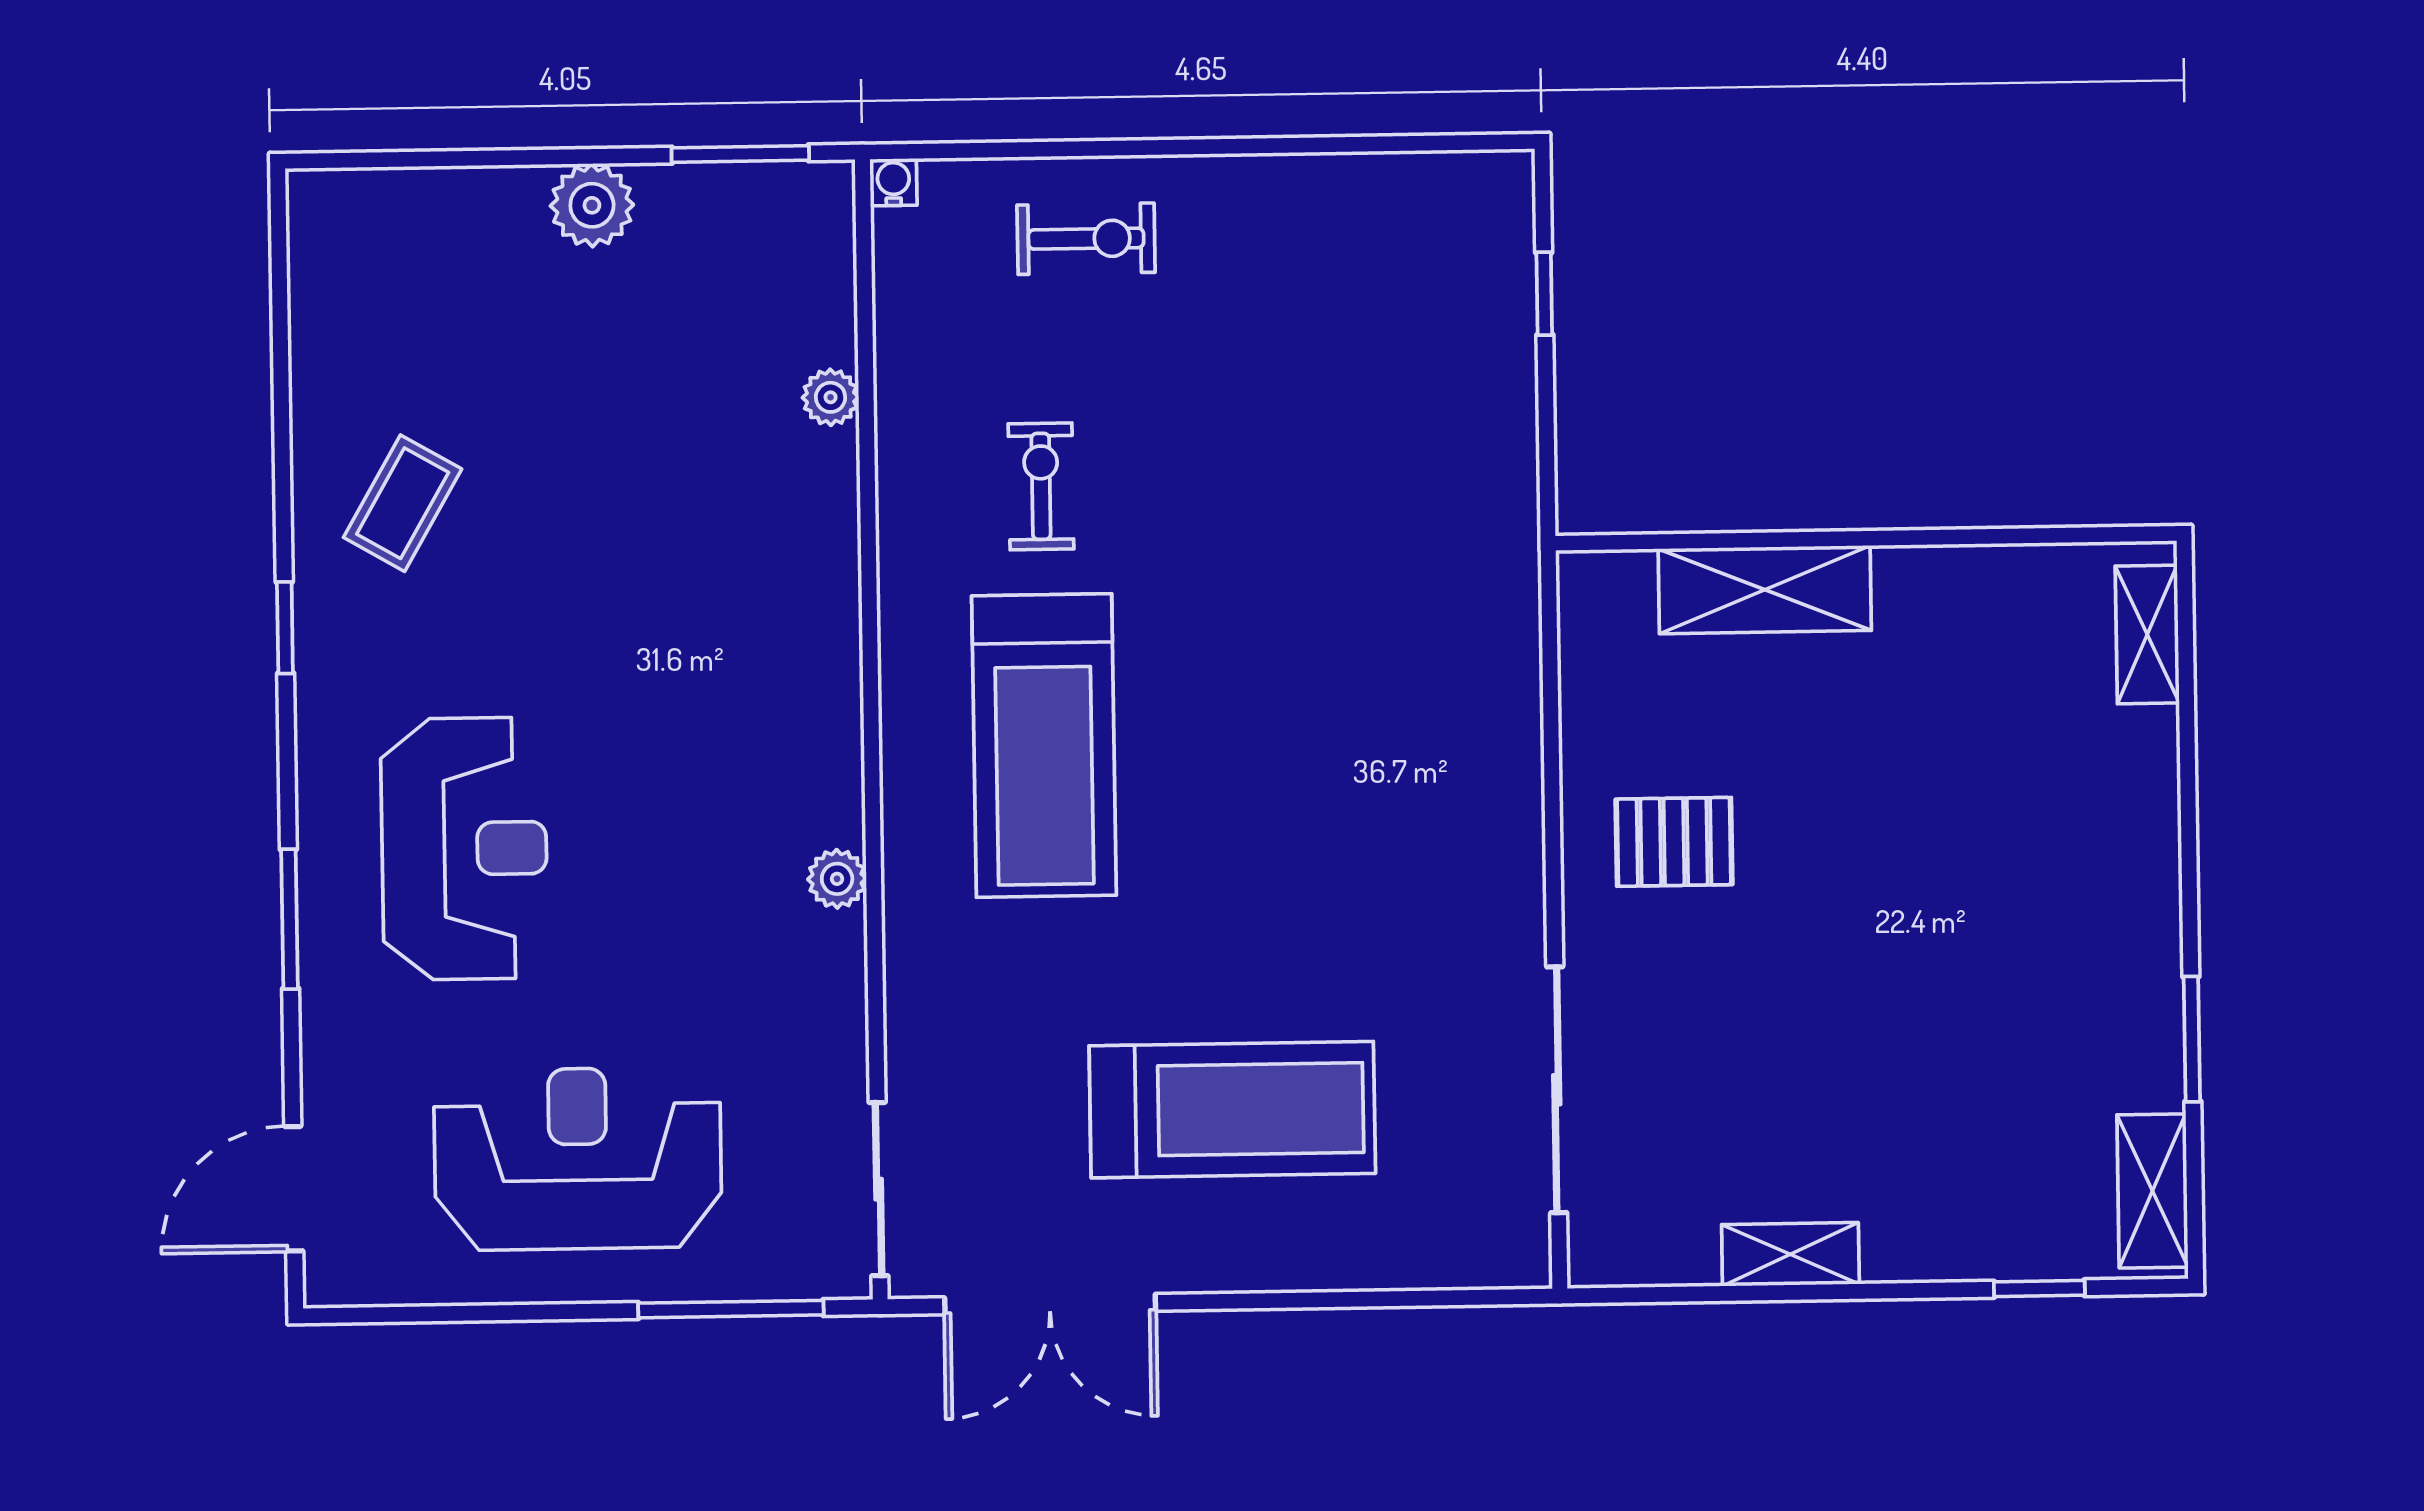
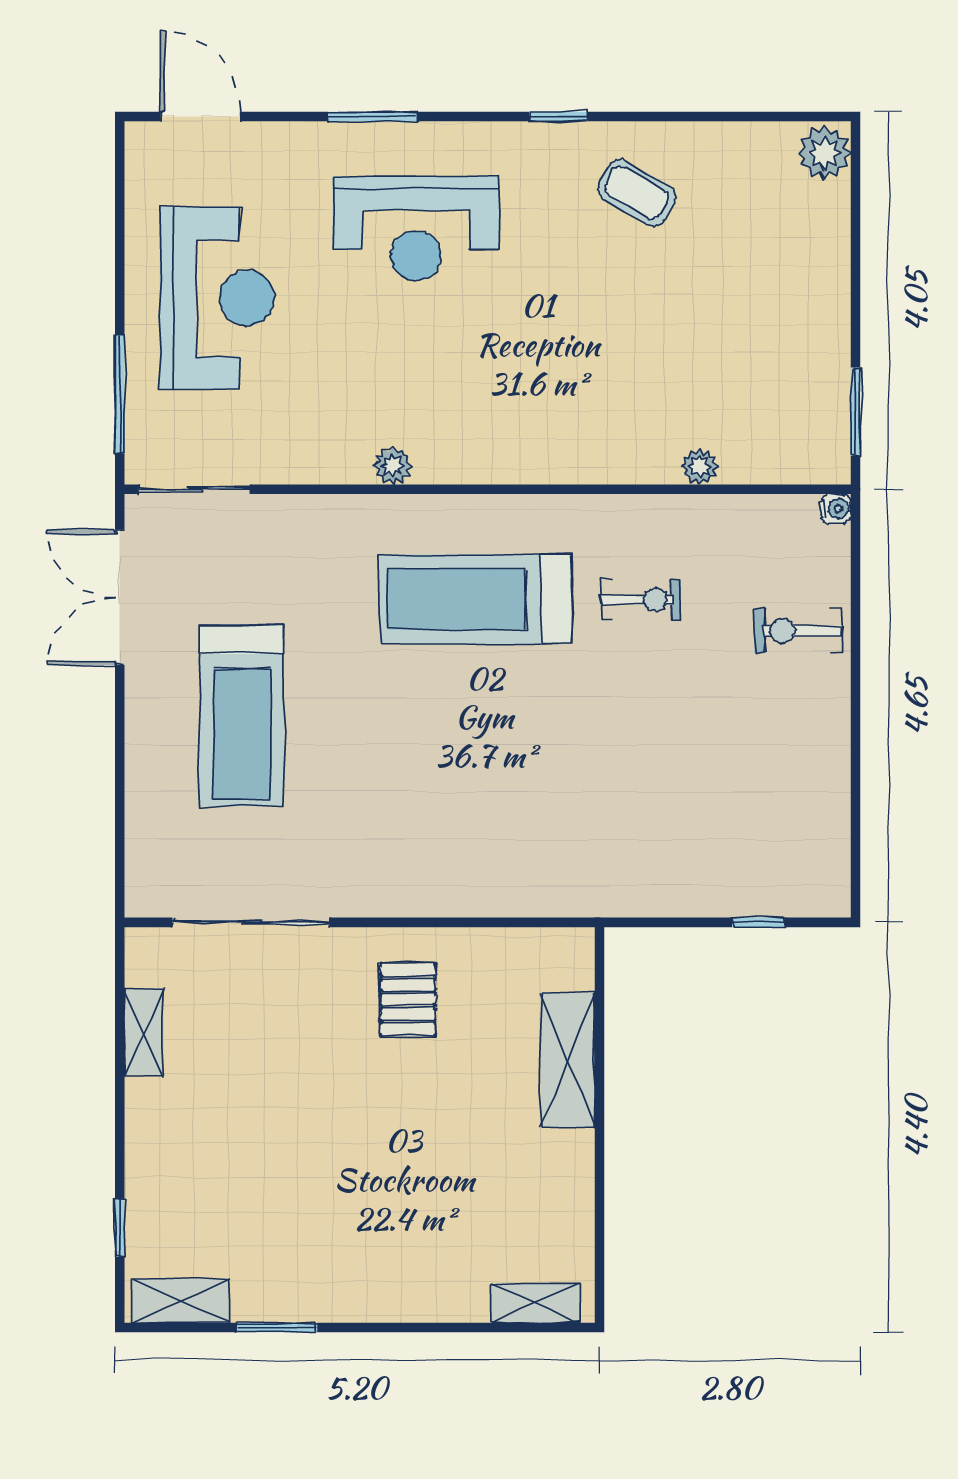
plant: (592, 205) -> (824, 153), moved
exercise bike: (1086, 239) -> (798, 631), turned 90
shelving: (1790, 1254) -> (144, 1032), moved

